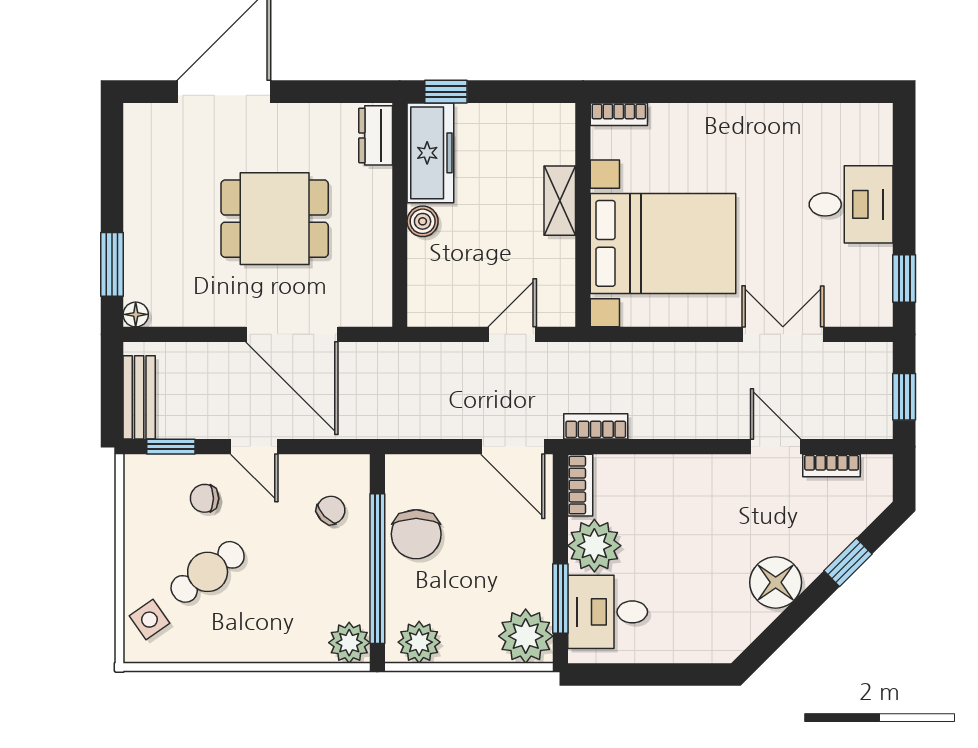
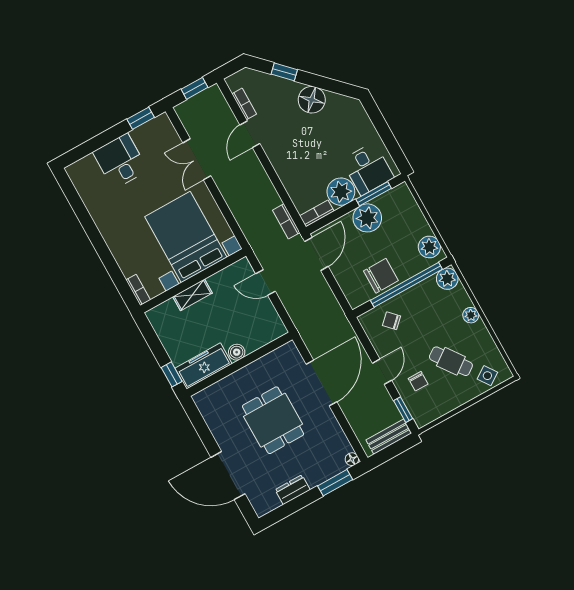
dresser: (376, 135) -> (293, 490), moved, turned 180
plant: (526, 636) -> (367, 218), moved
plant: (266, 648) -> (471, 315), added

